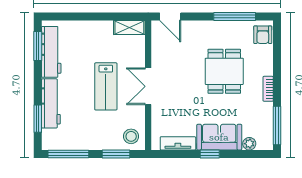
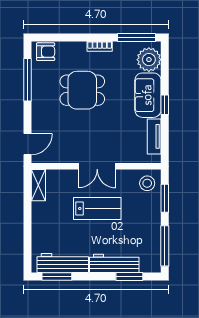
plant: (249, 144) -> (149, 60), width x1.88, depth x1.88

